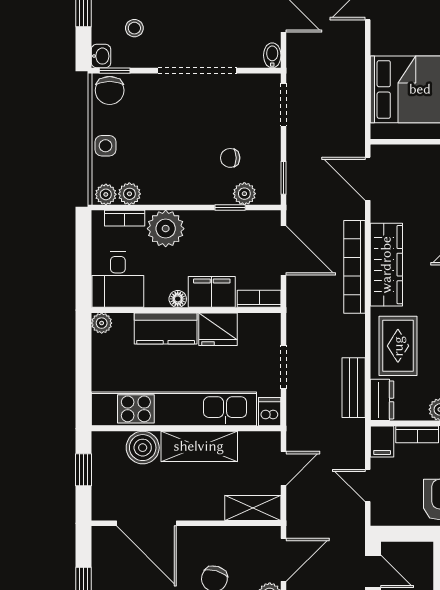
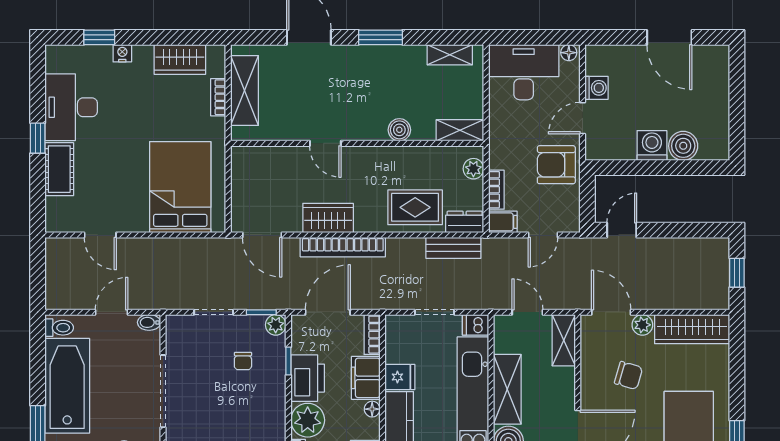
doorway: (283, 105) -> (214, 312), moved
door: (368, 179) -> (262, 235), hinge flipped
plant: (244, 194) -> (276, 325), moved
printer: (212, 228) -> (308, 378), added
wardrobe: (386, 265) -> (328, 218), width x0.67
fridge: (218, 329) -> (400, 377), width x0.72

